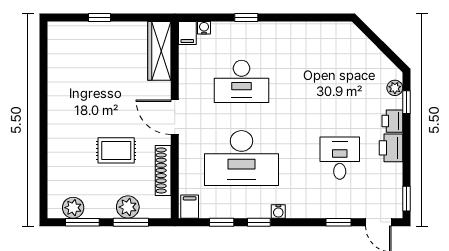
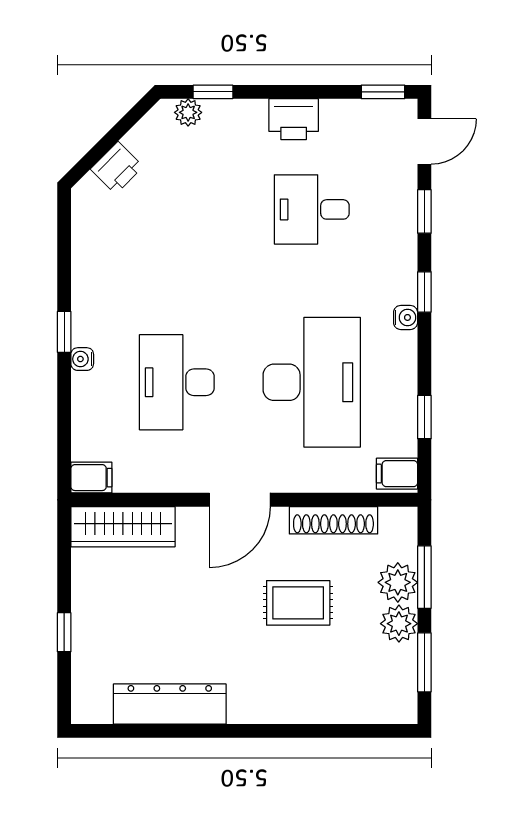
window: (246, 17) -> (64, 332), moved
water cooler: (204, 28) -> (82, 359), moved
dresser: (59, 77) -> (170, 704), added
desk: (242, 81) -> (177, 382), turned 180
printer: (392, 121) -> (117, 168), moved, turned -45
rug: (116, 150) -> (298, 603), turned 90
plant: (73, 208) -> (399, 624), moved
window: (259, 222) -> (424, 292), moved

